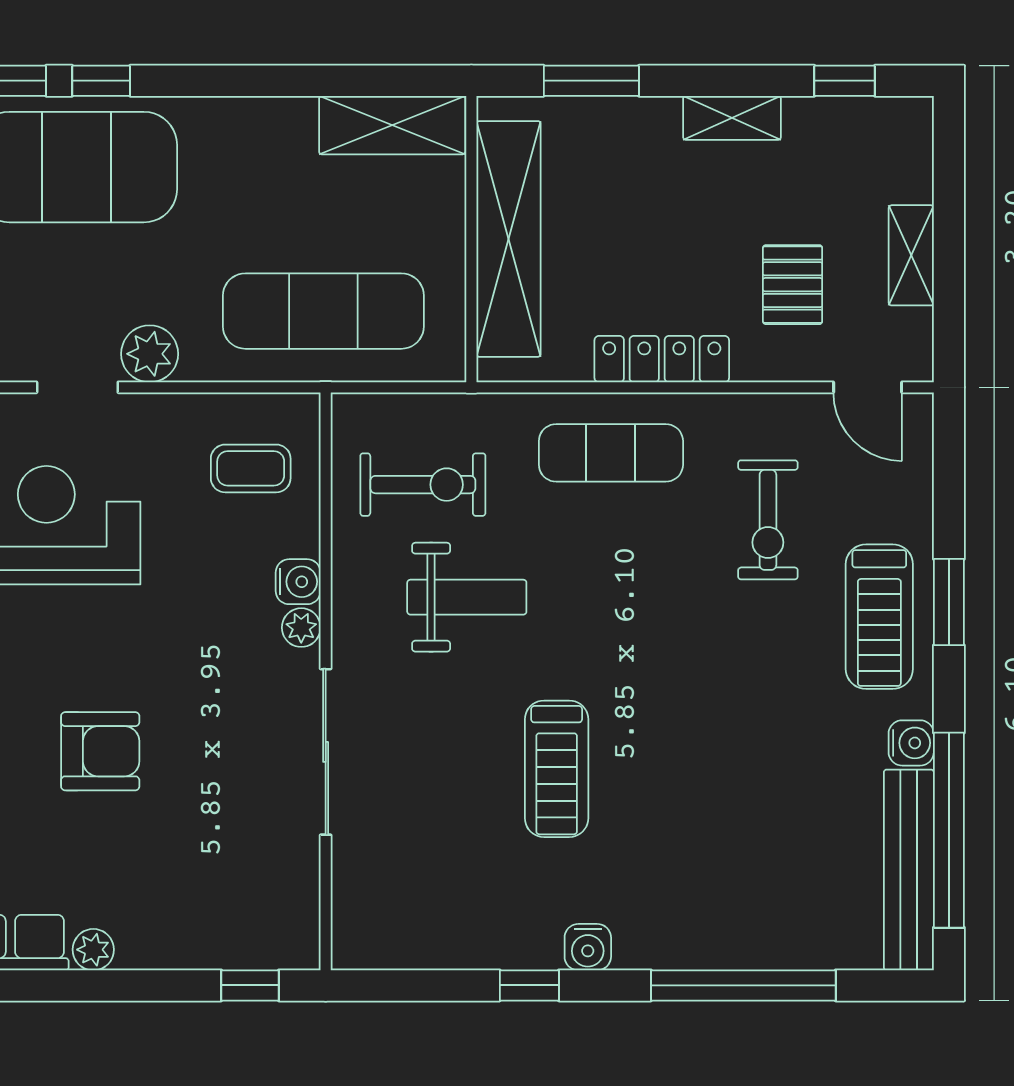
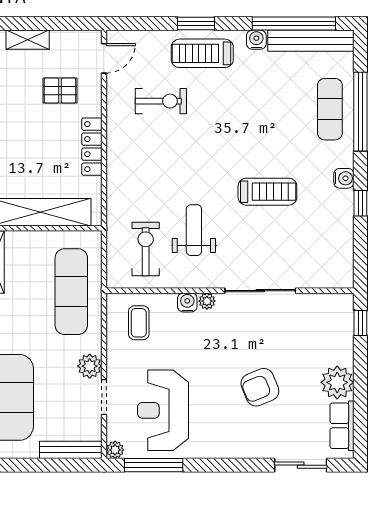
shelving: (911, 255) -> (28, 40), moved
exercise mat: (611, 453) -> (330, 109), moved
treadmill: (879, 617) -> (202, 53), turned 180
armchair: (100, 751) -> (260, 387), turned -112
plant: (93, 950) -> (337, 382), width x1.88, depth x1.88

